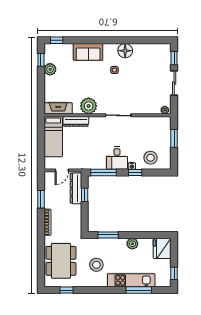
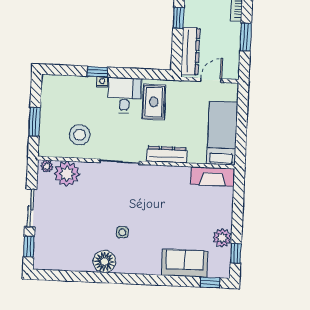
sofa: (88, 52) -> (185, 263), moved
plant: (89, 106) -> (67, 174), moved
dresser: (76, 121) -> (167, 154), moved
rug: (98, 155) -> (154, 102), added
stool: (151, 158) -> (80, 135), moved
window: (103, 173) -> (147, 74), removed
window: (85, 195) -> (178, 18), moved

